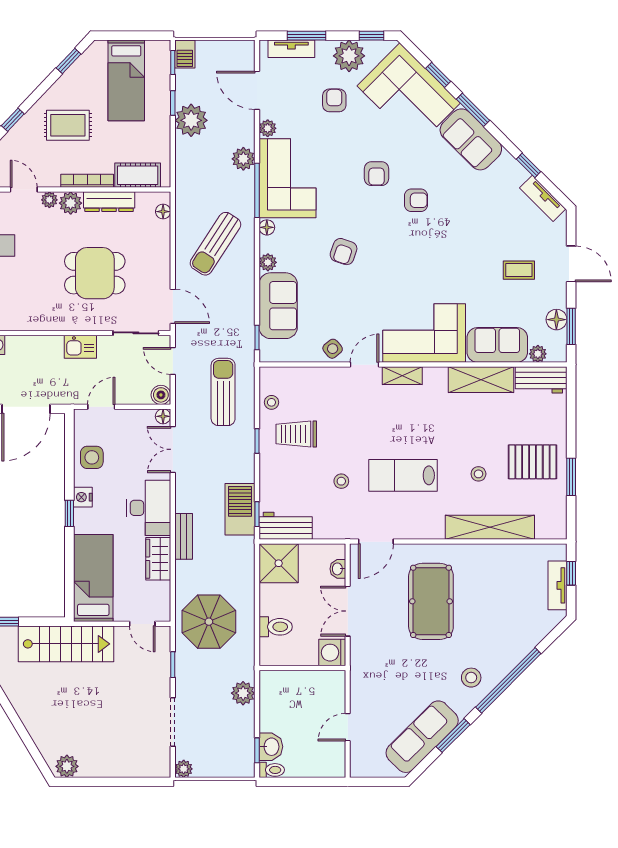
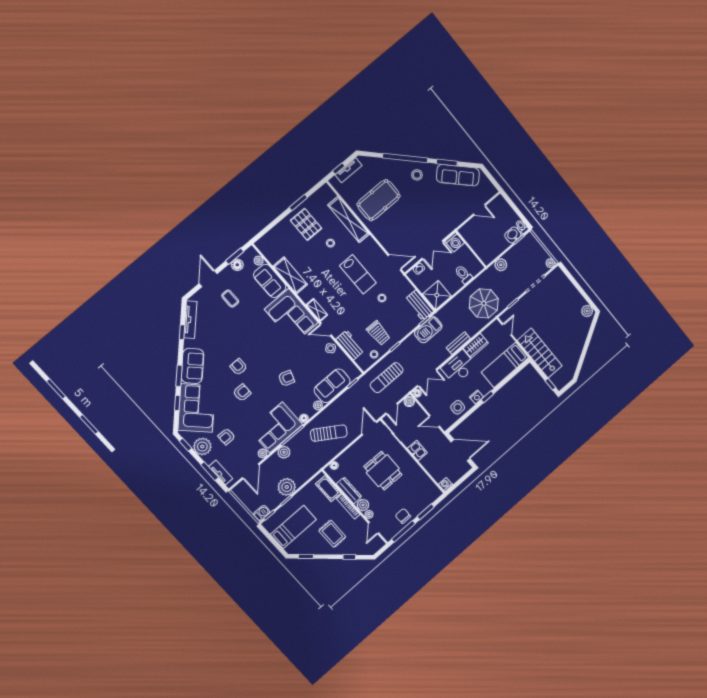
tv unit: (543, 198) -> (190, 320), width x1.41
workbench: (541, 380) -> (350, 345), moved
pool table: (431, 601) -> (379, 200), moved

